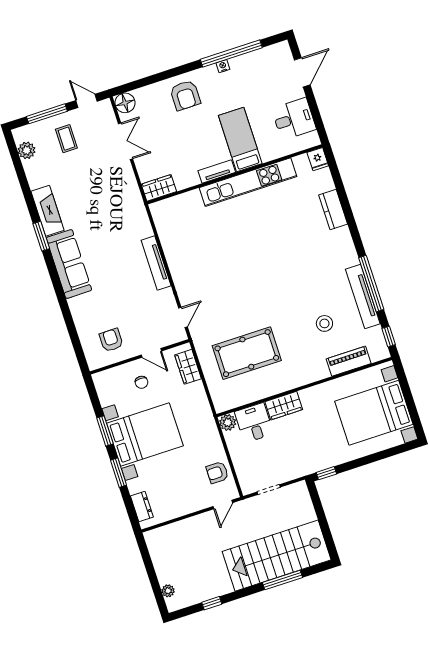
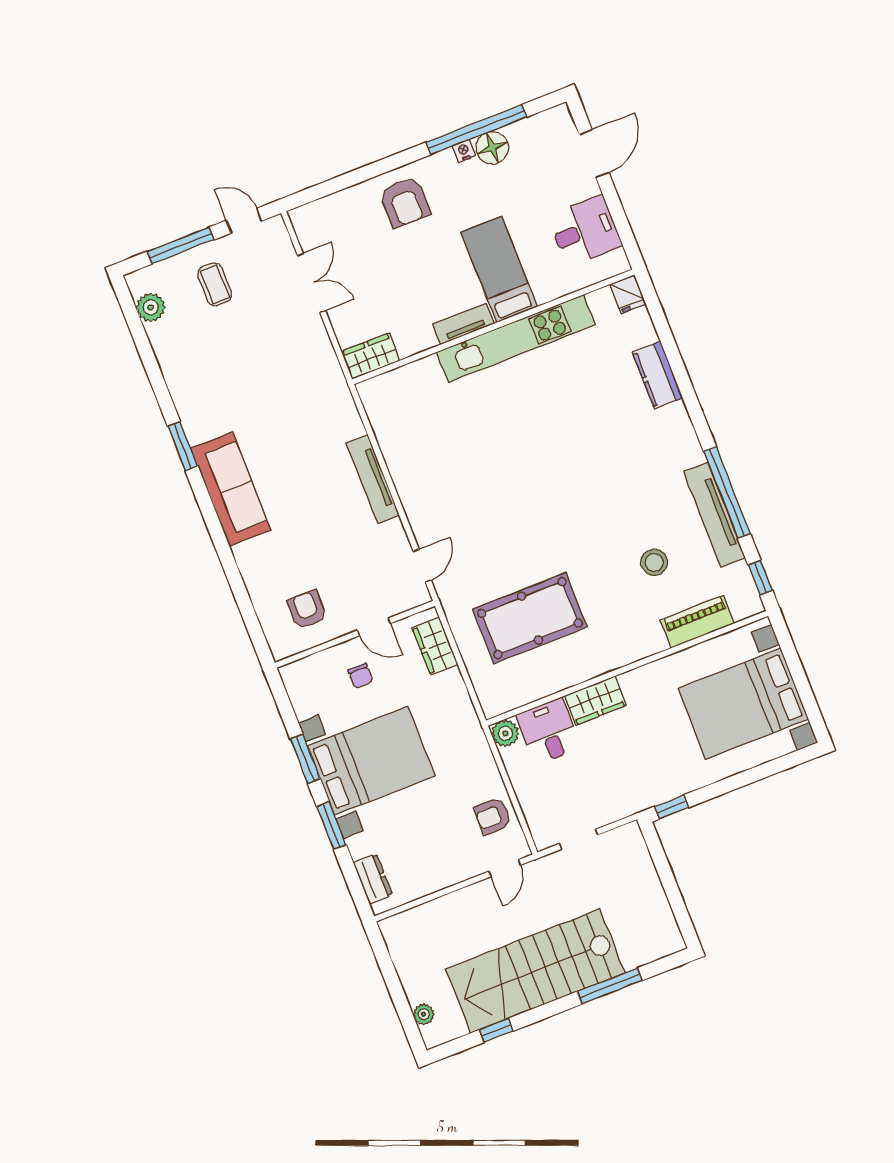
floor lamp: (125, 103) -> (492, 148), moved
fireplace: (47, 211) -> (190, 404), removed
stairs: (277, 556) -> (535, 971), moved

